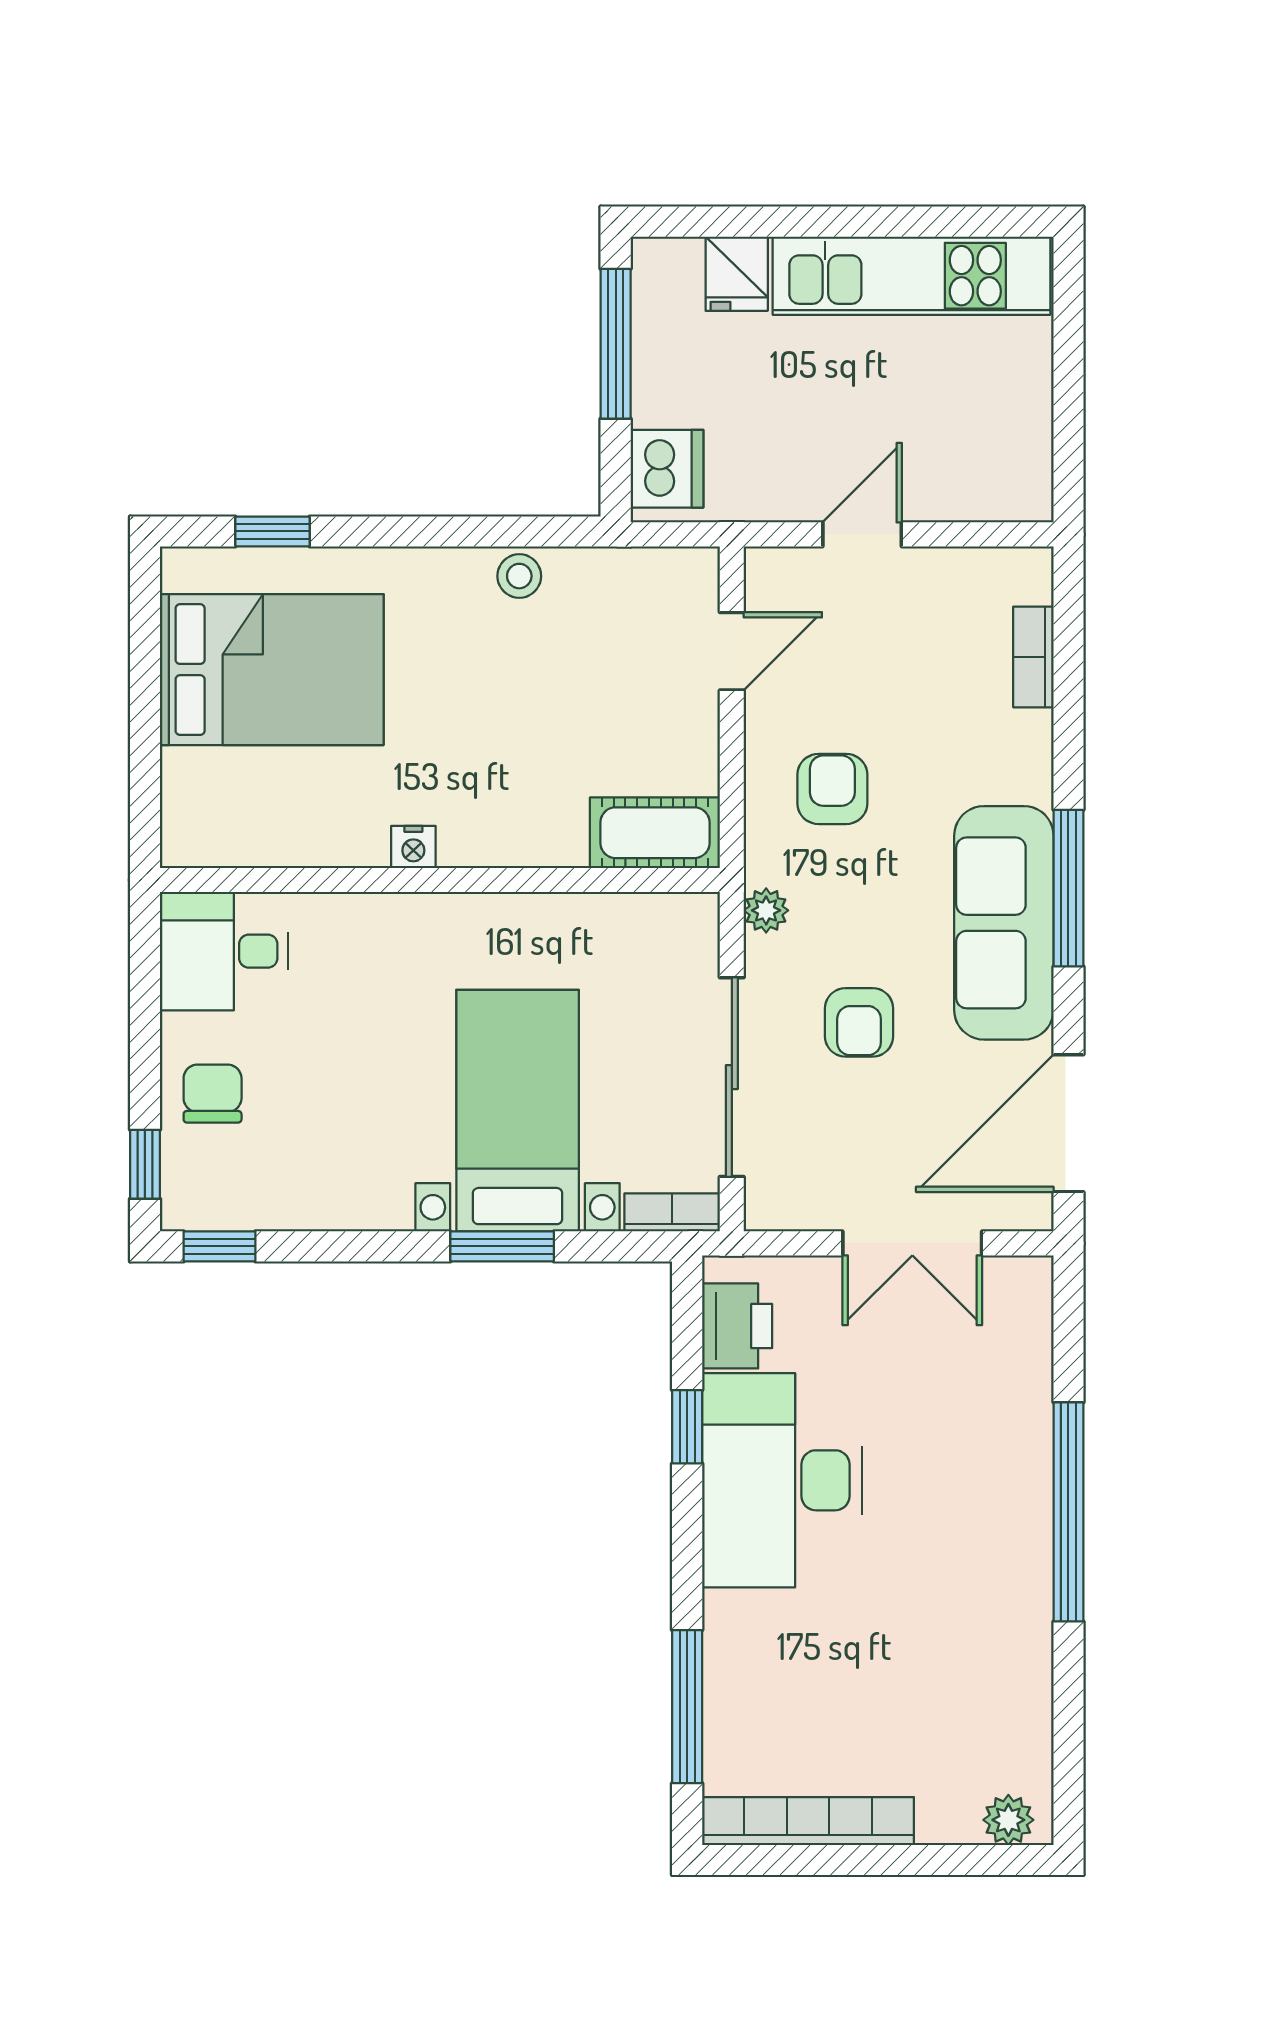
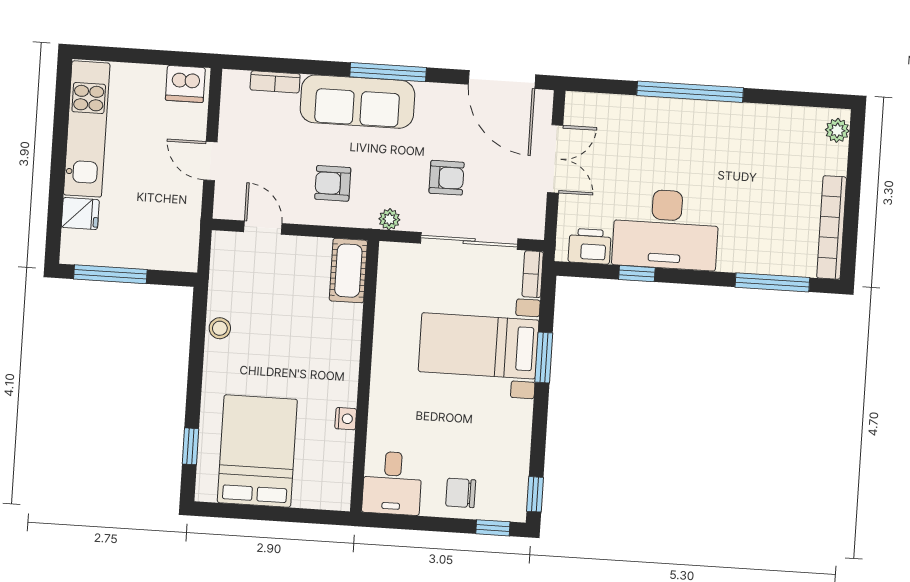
dishwasher: (667, 469) -> (185, 84), moved, turned 180
nightstand: (413, 847) -> (346, 419), moved
sofa: (1004, 923) -> (357, 102), moved

